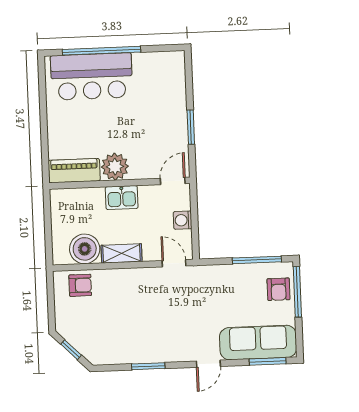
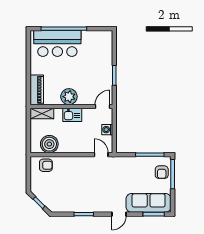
piano: (74, 171) -> (37, 90), moved, turned 90
shelving: (122, 253) -> (42, 113), moved

